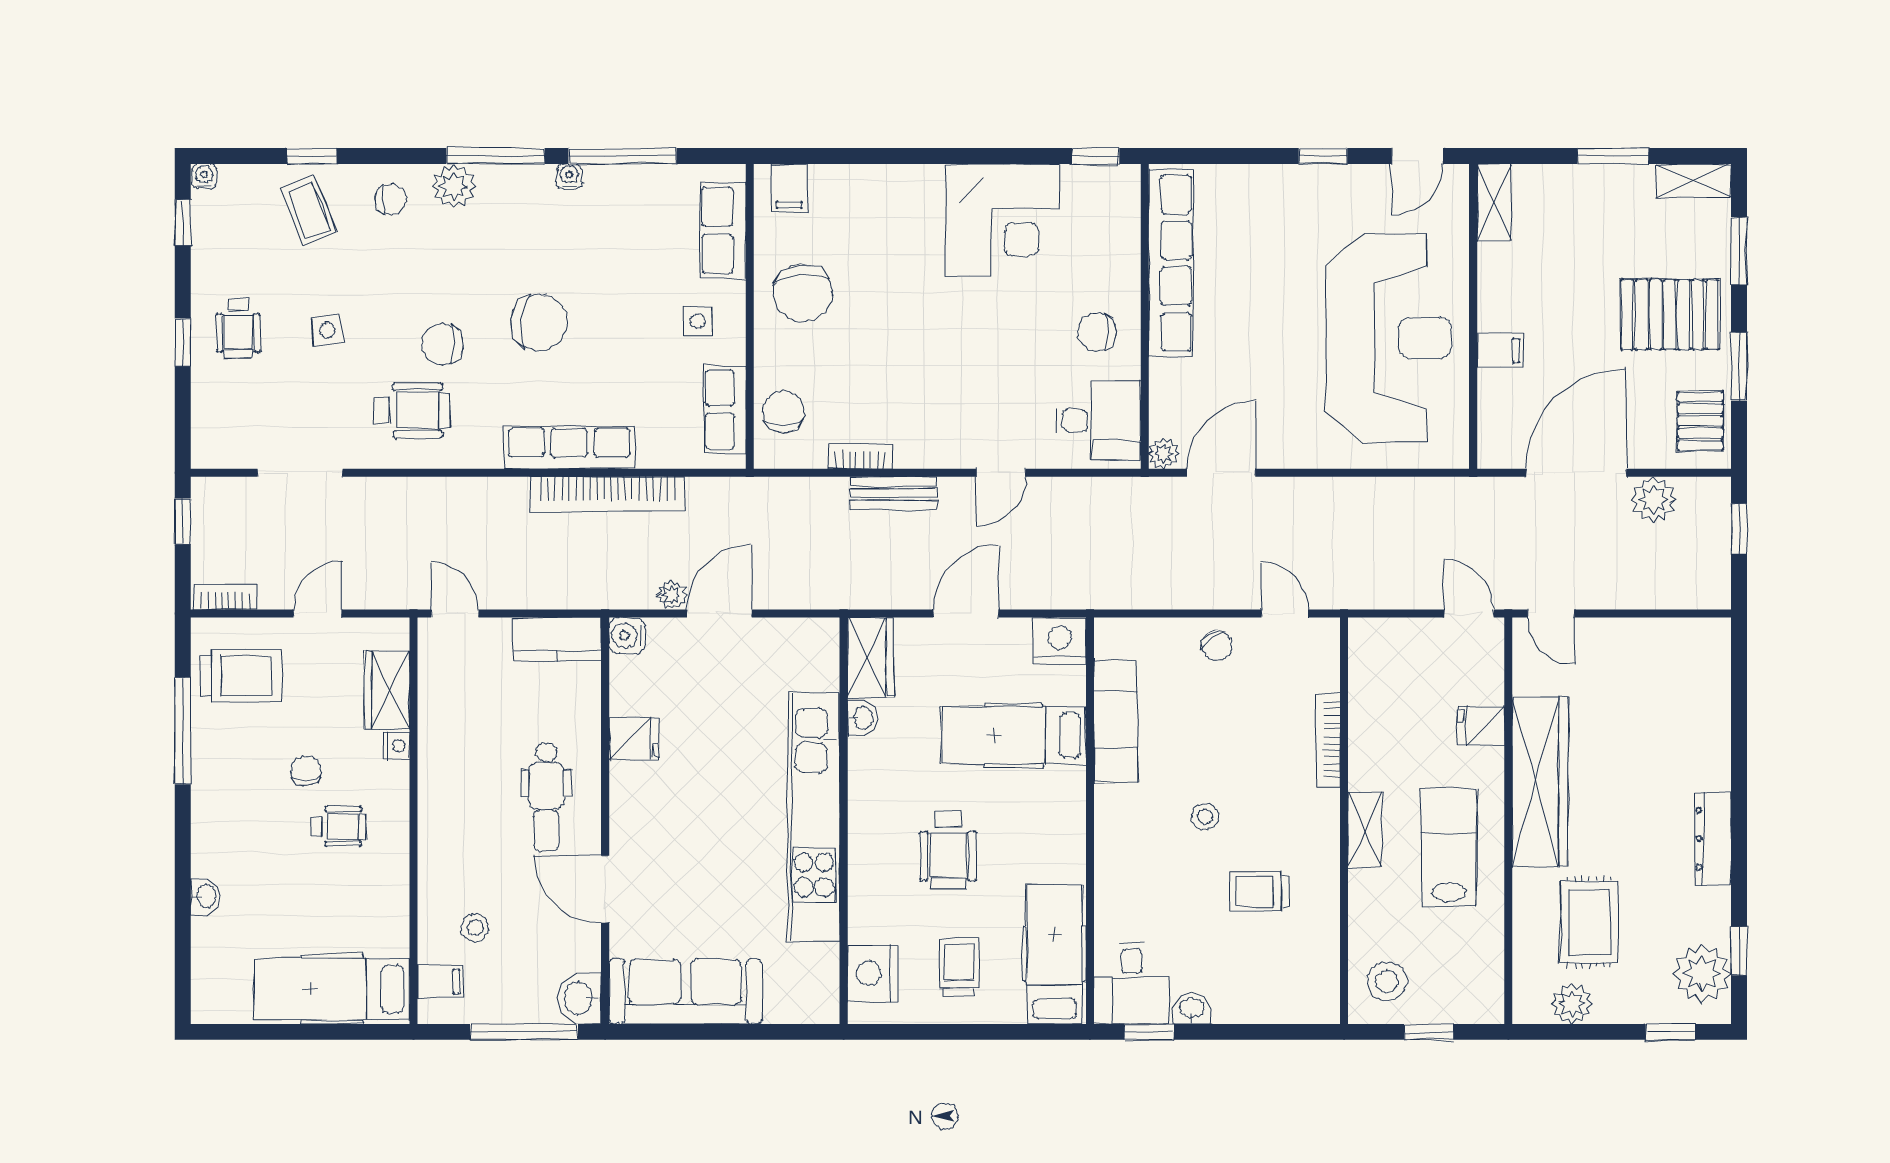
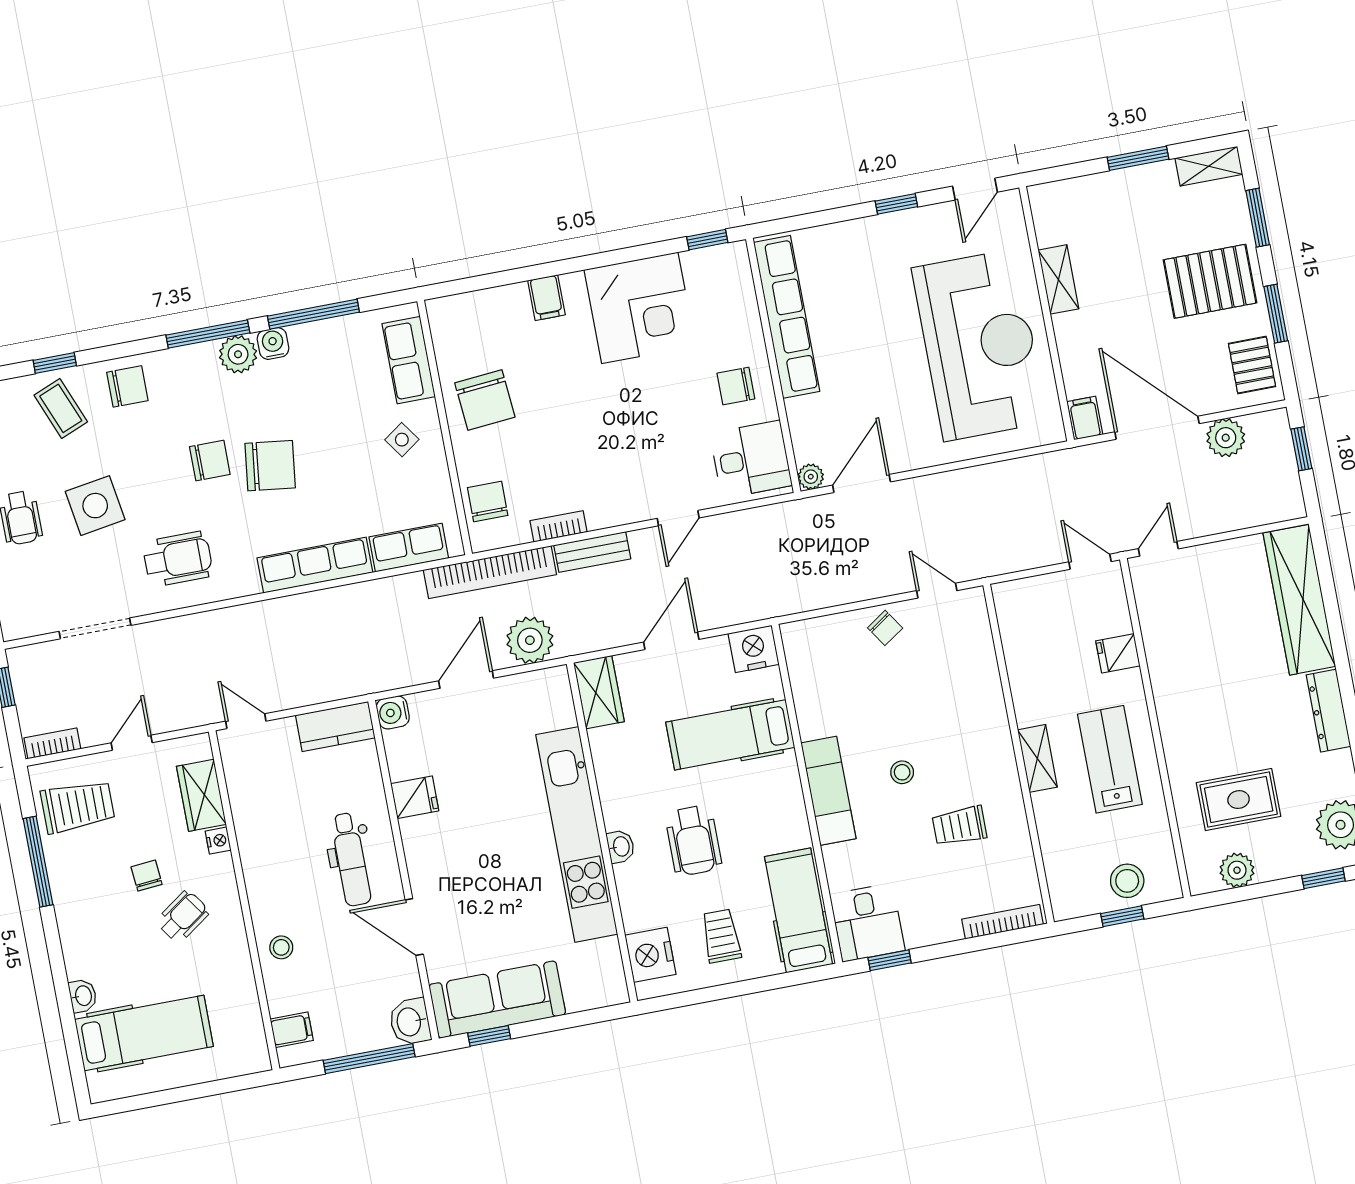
water cooler: (569, 177) -> (273, 344), width x1.38, depth x1.38
plant: (454, 186) -> (238, 354), moved
filing cabinet: (789, 188) -> (546, 298), moved
chair: (391, 199) -> (127, 386), width x1.37, depth x1.37
shelving: (1494, 202) -> (1058, 279), moved
side table: (698, 321) -> (402, 440), turned -35
side table: (327, 330) -> (95, 506), width x1.87, depth x1.87
chair: (442, 344) -> (210, 461), moved, turned 180
filing cabinet: (1500, 351) -> (1085, 418), moved, turned -90
row of seats: (725, 410) -> (409, 548), moved, turned 90
door: (1576, 473) -> (1157, 428), hinge flipped
bookcase: (608, 494) -> (490, 572), moved
plant: (672, 595) -> (530, 640), moved, width x1.87, depth x1.87
door: (1551, 614) -> (1158, 549), swing flipped
washbasin: (862, 718) -> (621, 847), moved
exam couch: (1115, 721) -> (828, 791), moved
bookcase: (1328, 740) -> (1002, 922), moved, turned 90
wardrobe: (1540, 782) -> (1299, 600), moved, turned 180
wheelchair: (339, 826) -> (183, 917), turned -35
rug: (1589, 922) -> (1239, 800), turned 90
stool: (475, 928) -> (281, 947), moved
stool: (1387, 981) -> (1127, 881), moved
hospital bed: (332, 989) -> (144, 1033), moved, turned 180
washbasin: (1192, 1009) -> (921, 934), removed
window: (668, 1032) -> (489, 1036), added

